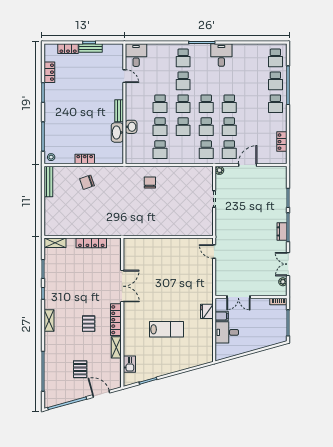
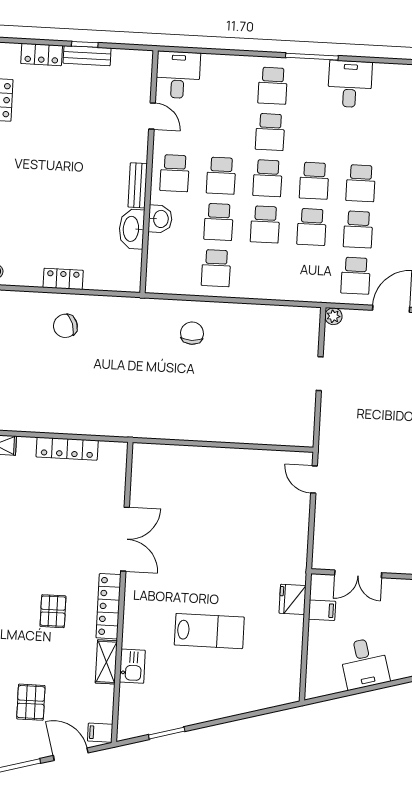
school desk: (206, 150) -> (175, 173), moved
desk: (227, 332) -> (364, 663), moved, turned -106
kitchen sink: (129, 364) -> (132, 666), moved
filing cabinet: (115, 382) -> (100, 733), added

